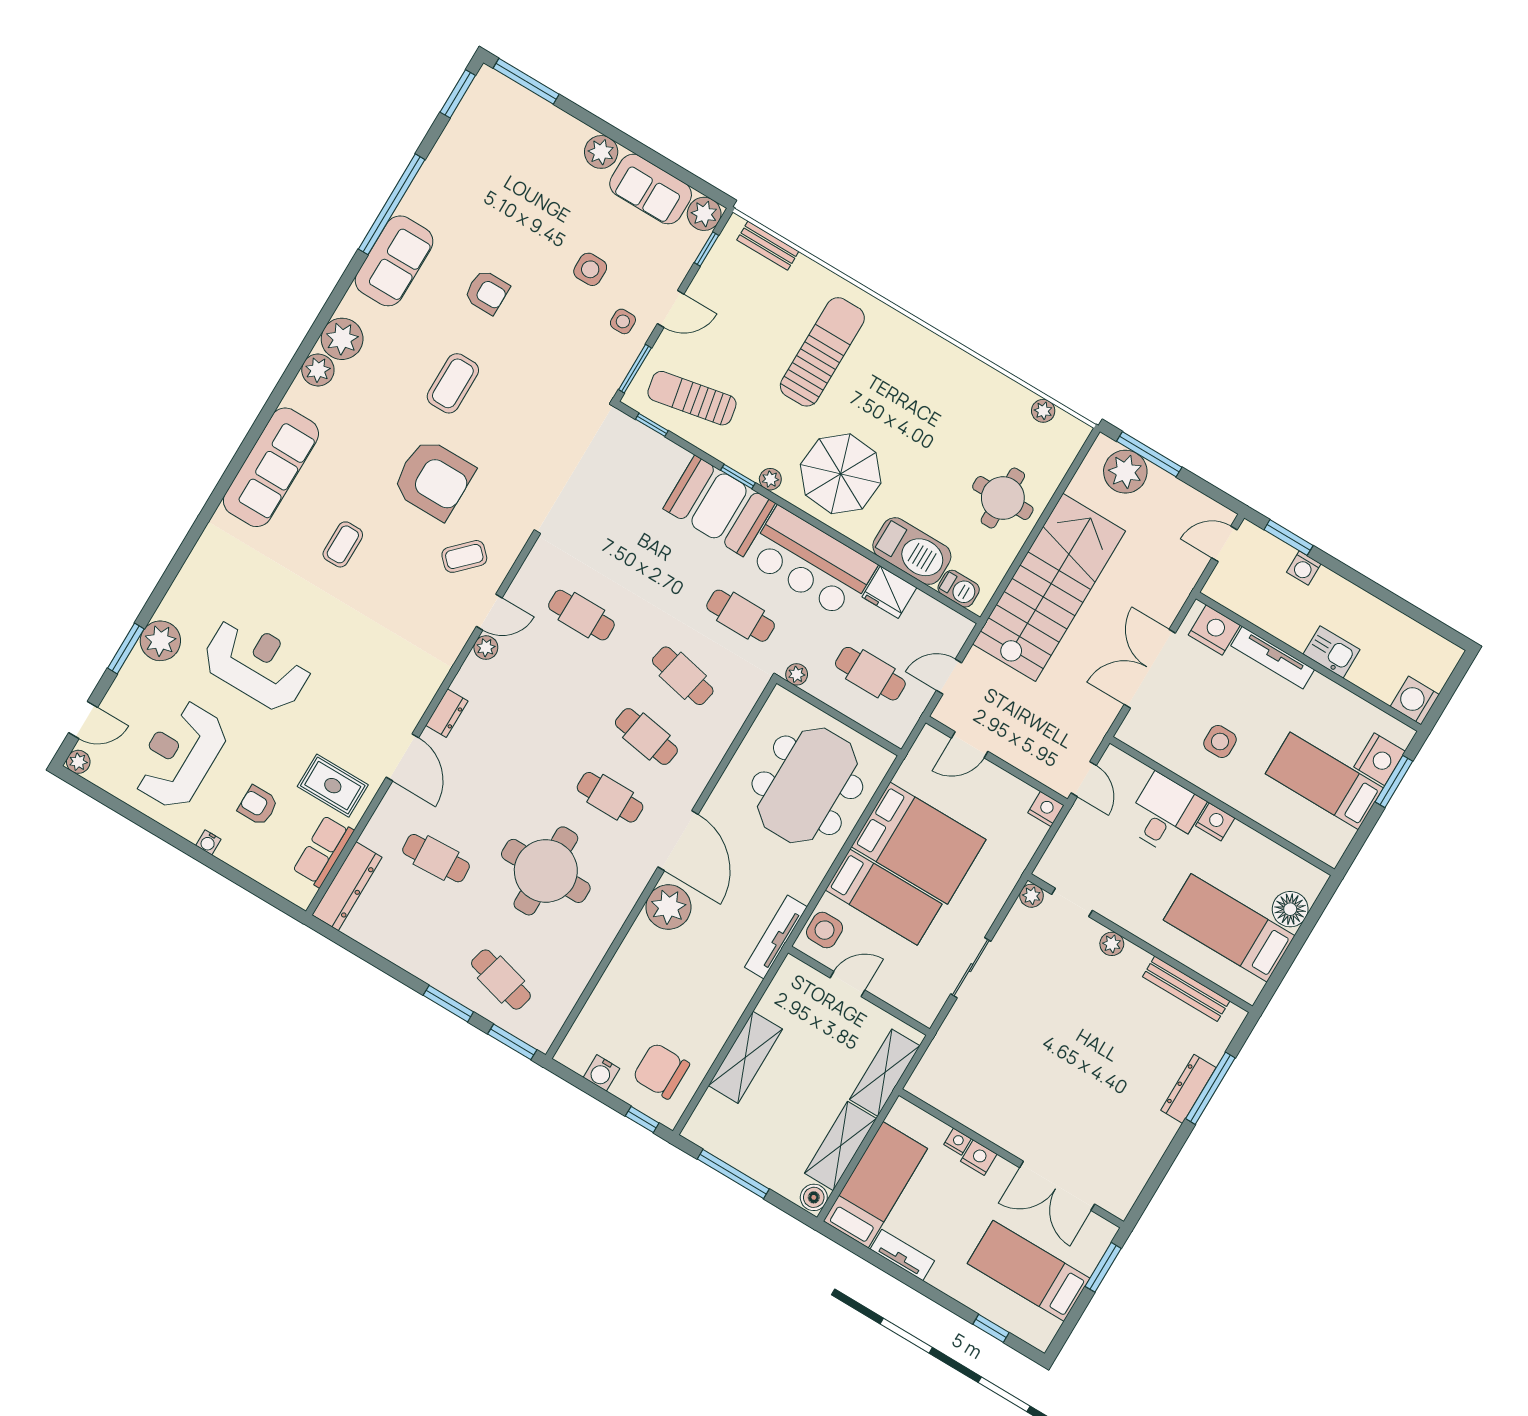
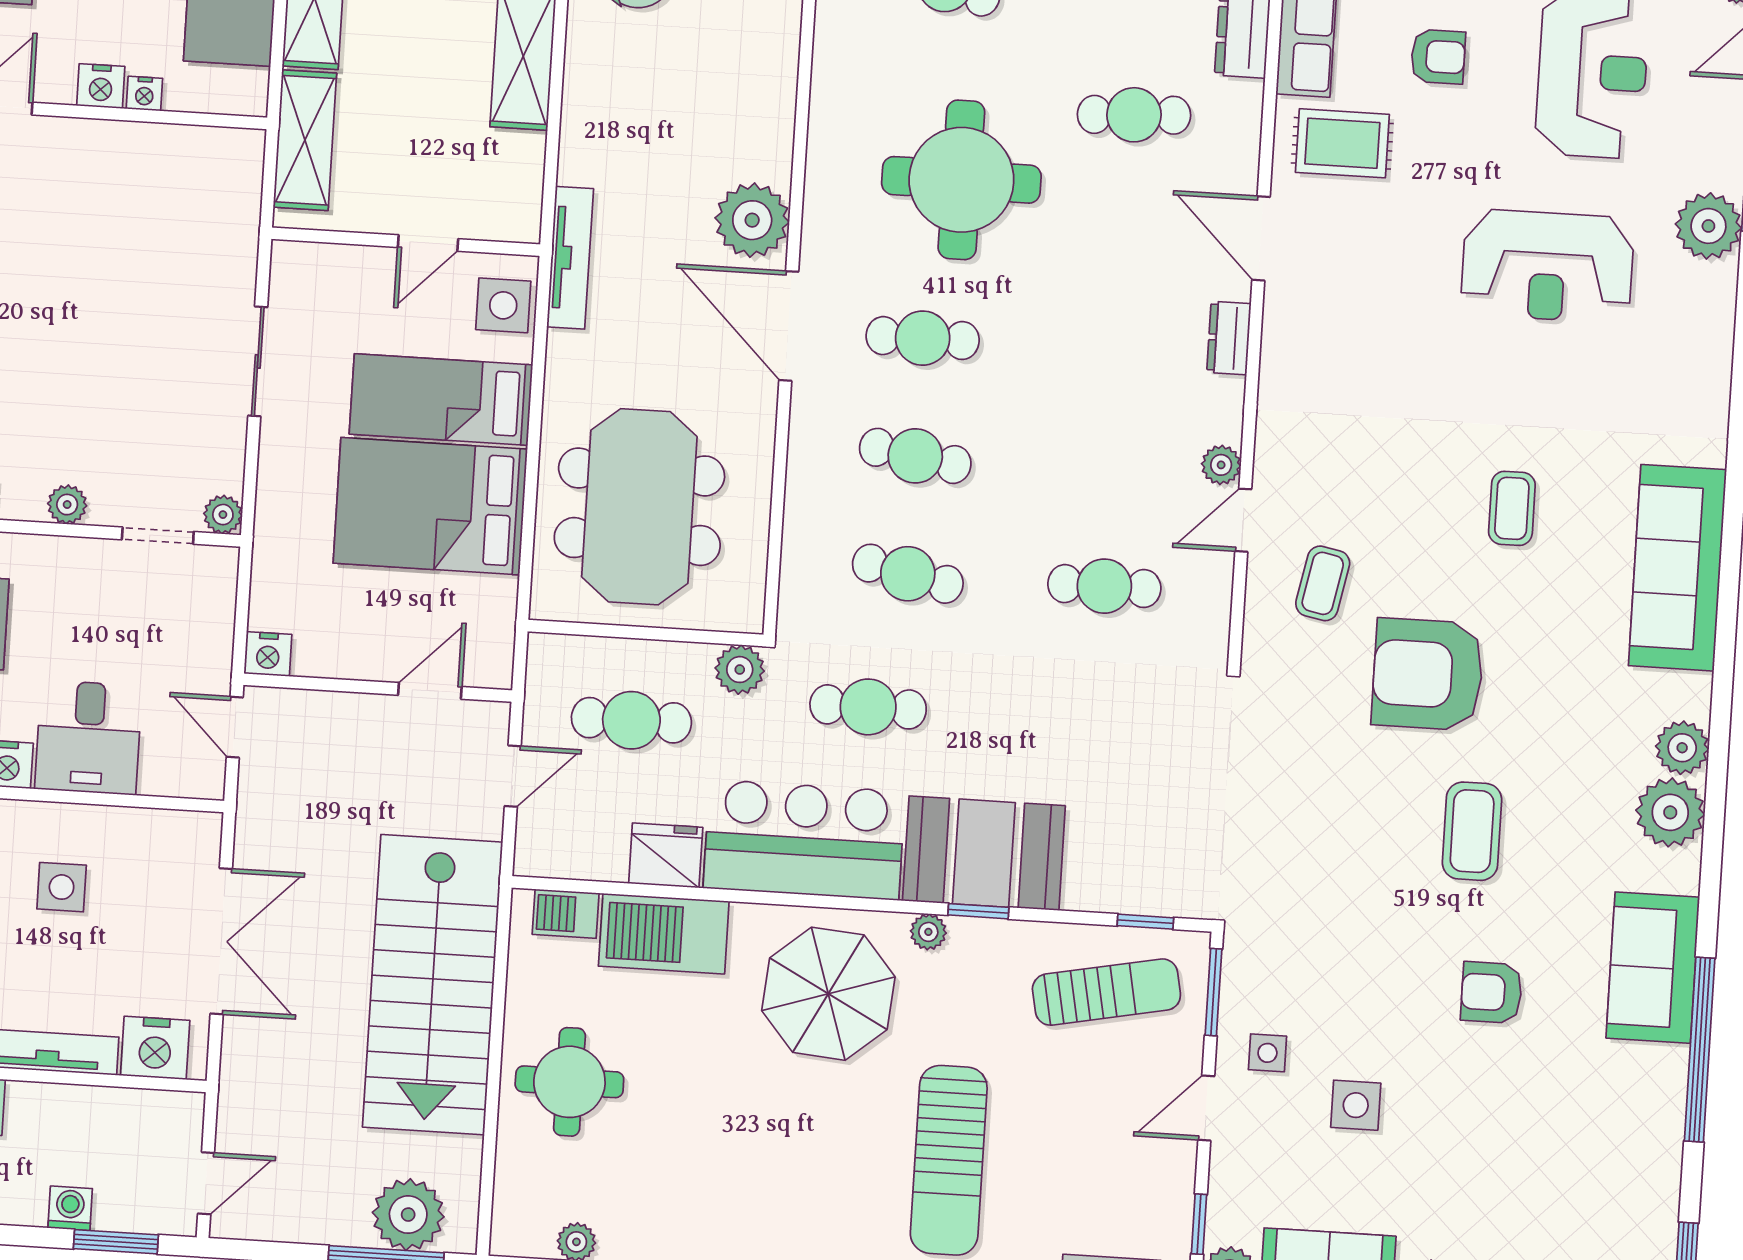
coffee table: (464, 556) -> (1323, 583), turned -34
plant: (797, 674) -> (740, 670), width x1.38, depth x1.38

